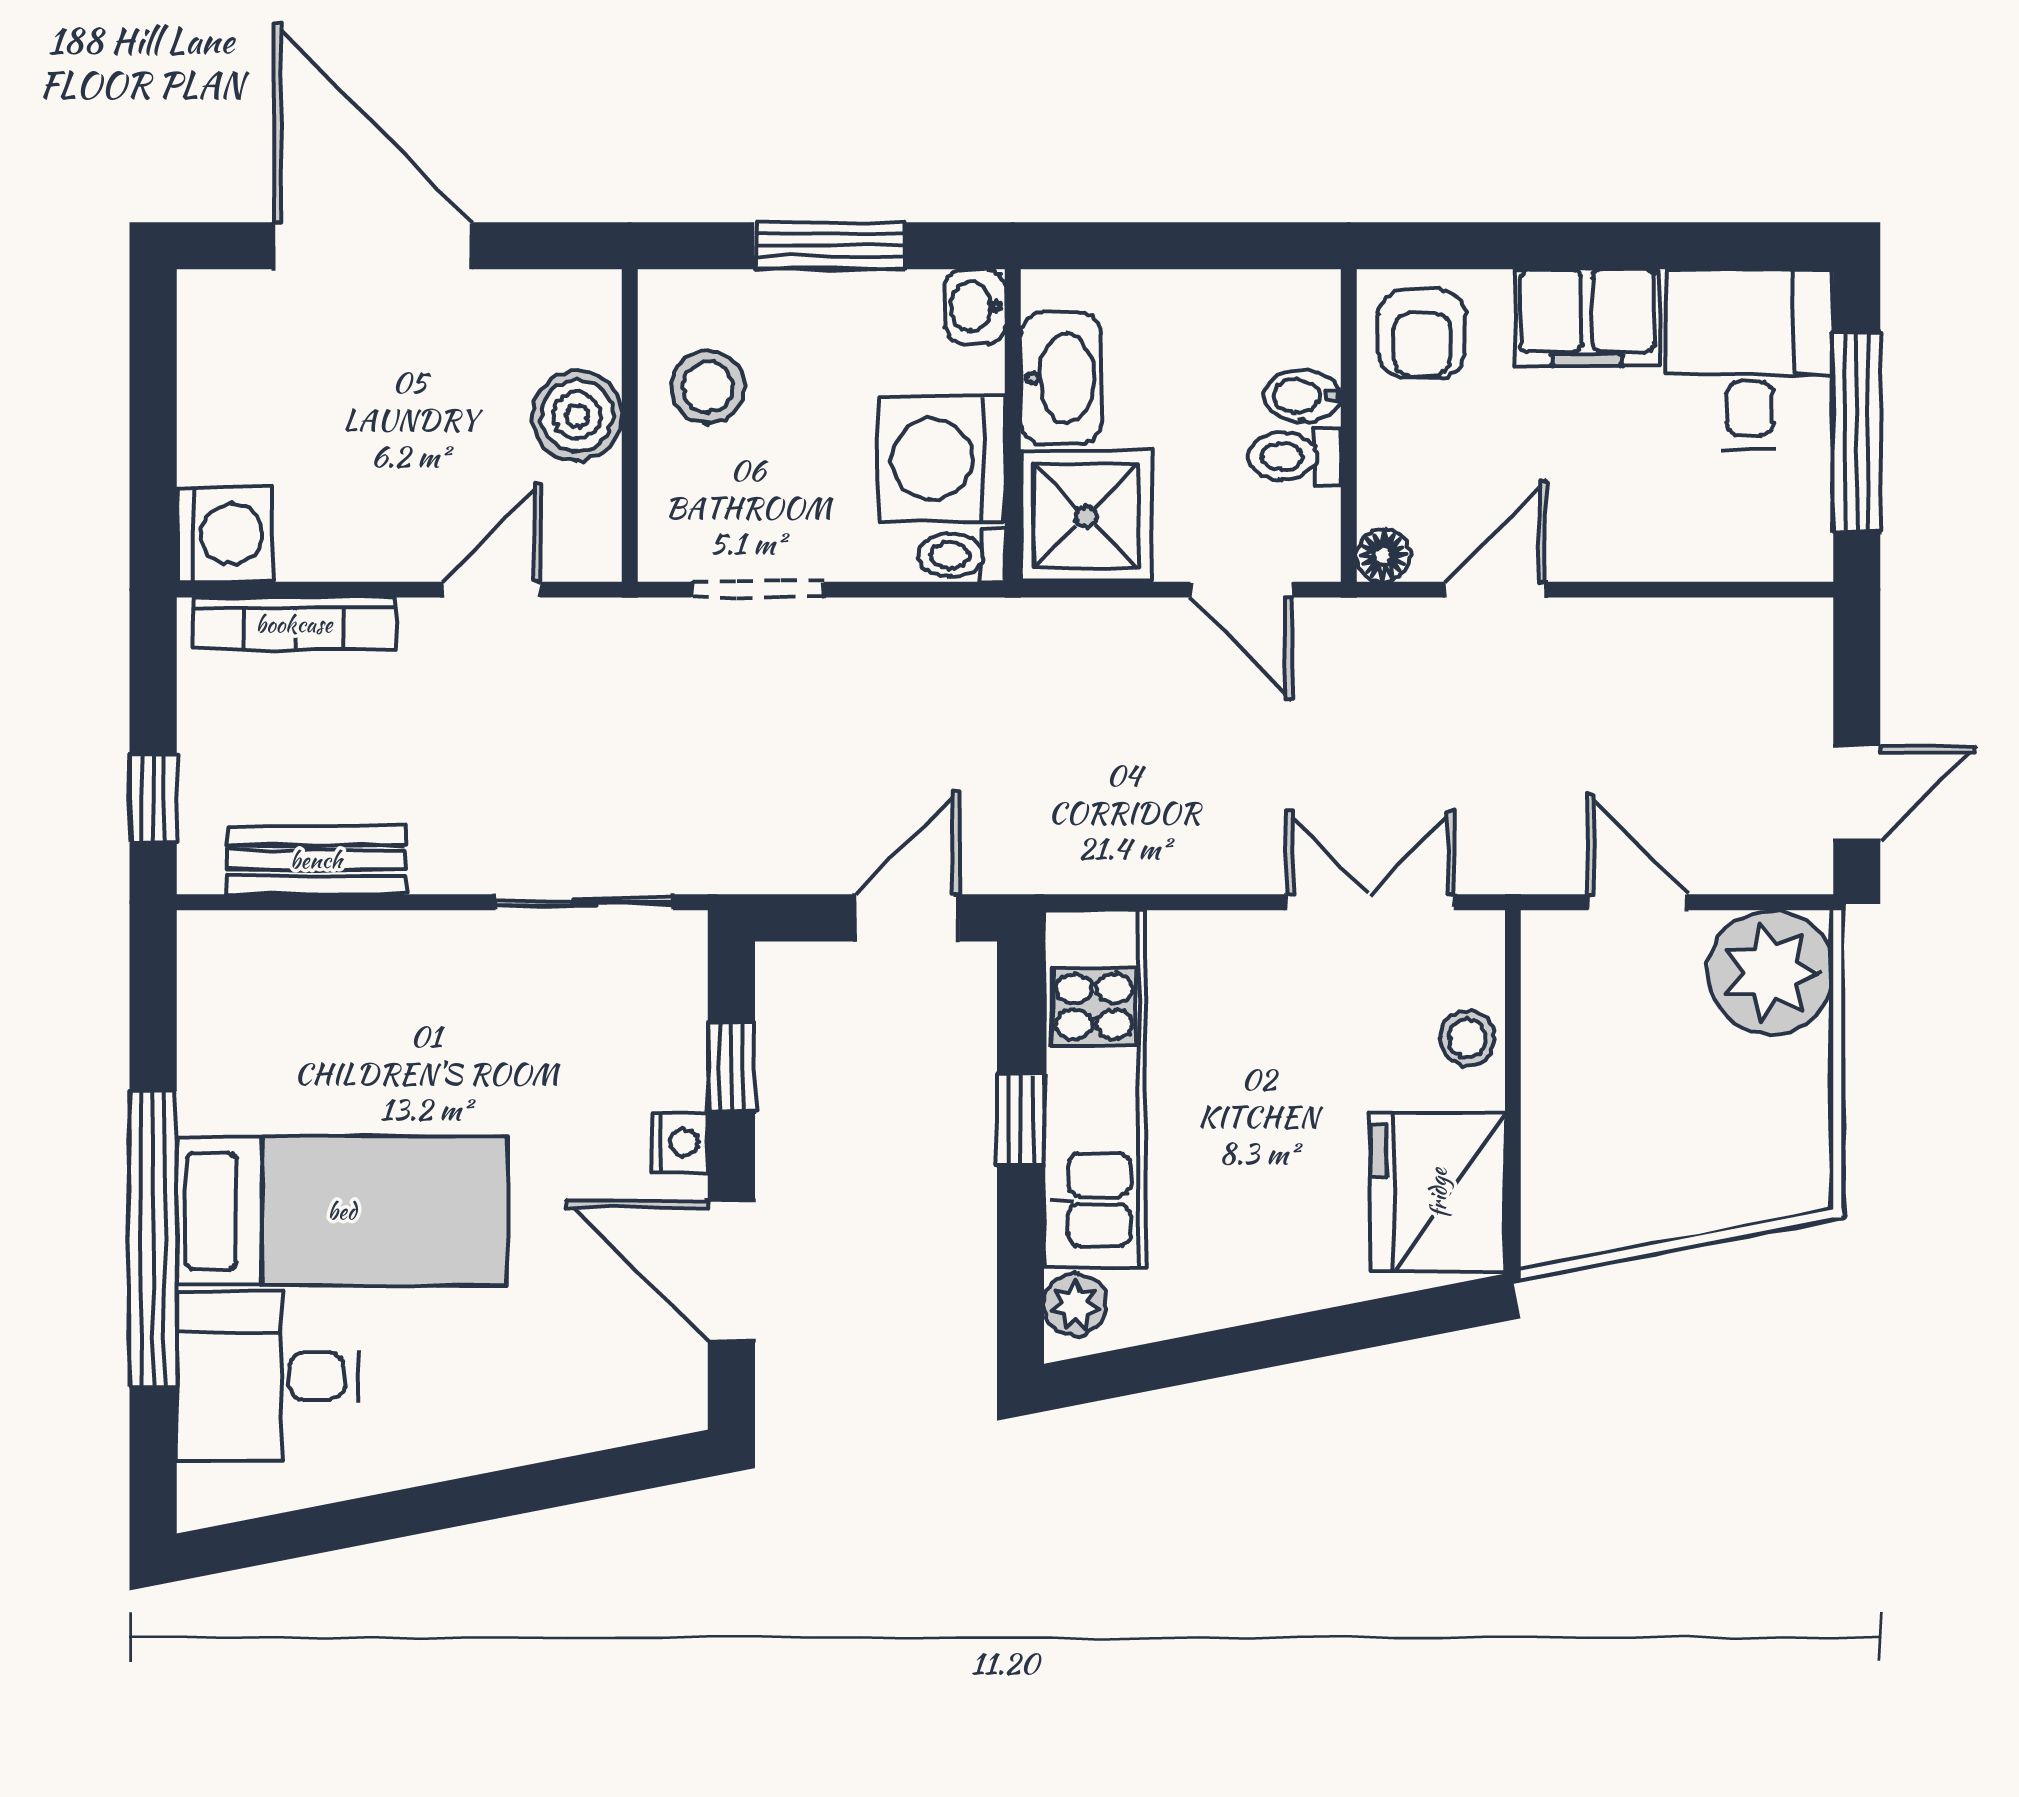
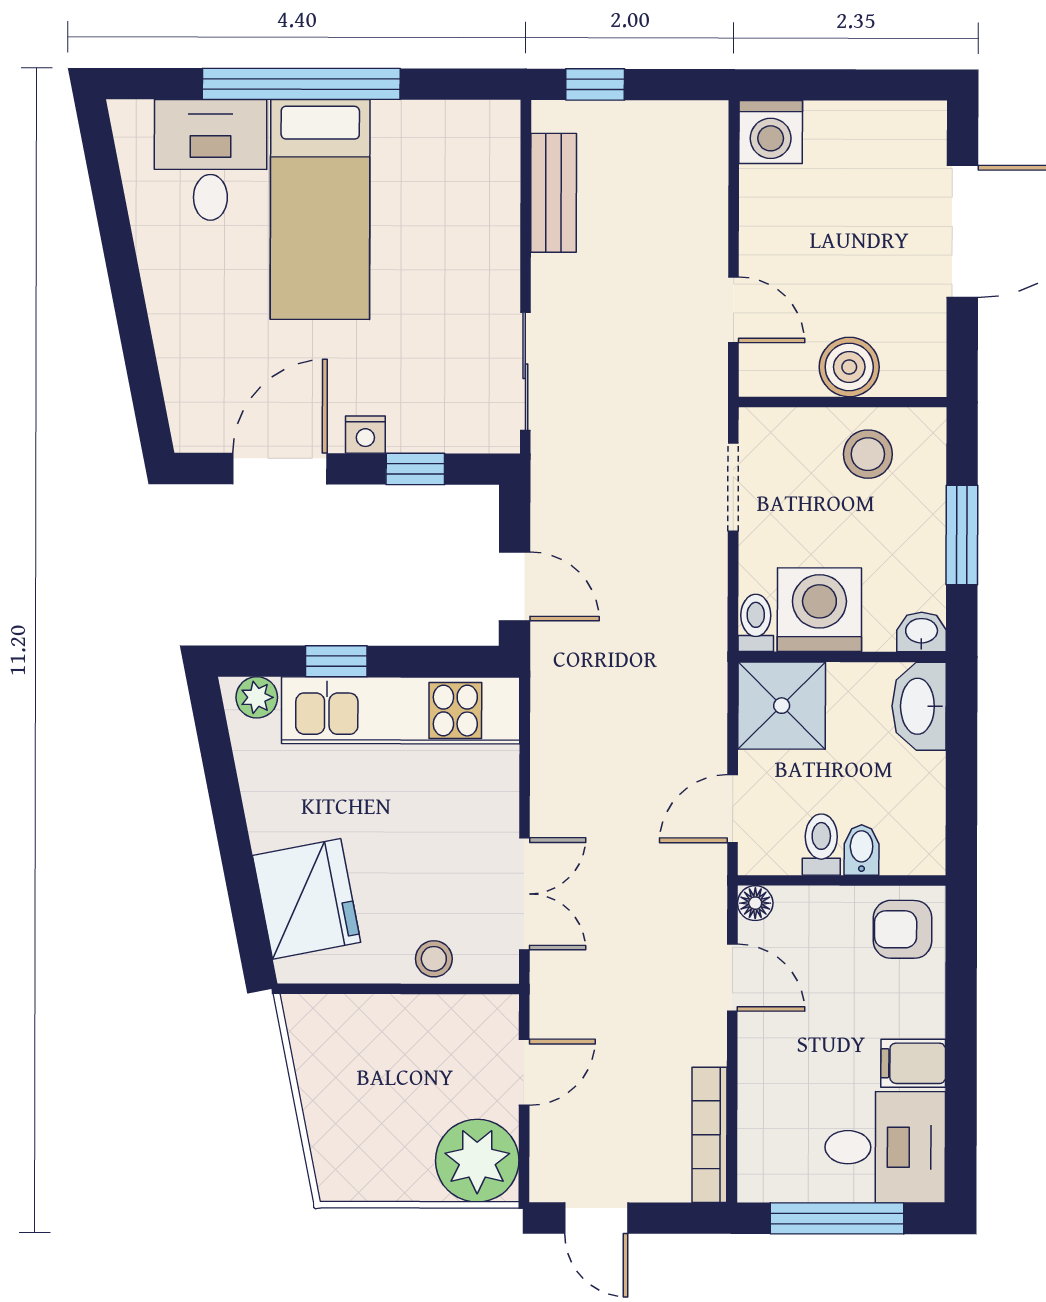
filing cabinet: (1587, 318) -> (913, 1063), width x0.50
washbasin: (1061, 378) -> (919, 706), moved, turned 90
bookcase: (294, 624) -> (709, 1135), moved
window: (1021, 1120) -> (336, 661), moved
fridge: (1438, 1193) -> (307, 899), moved, turned 79

